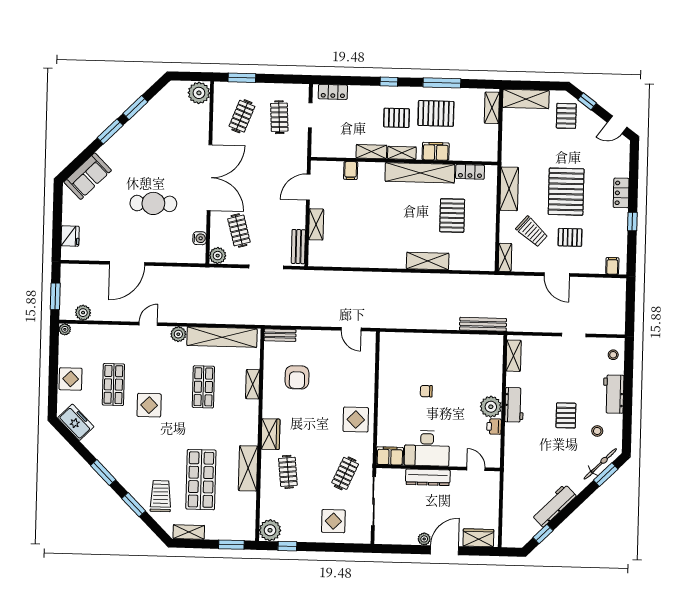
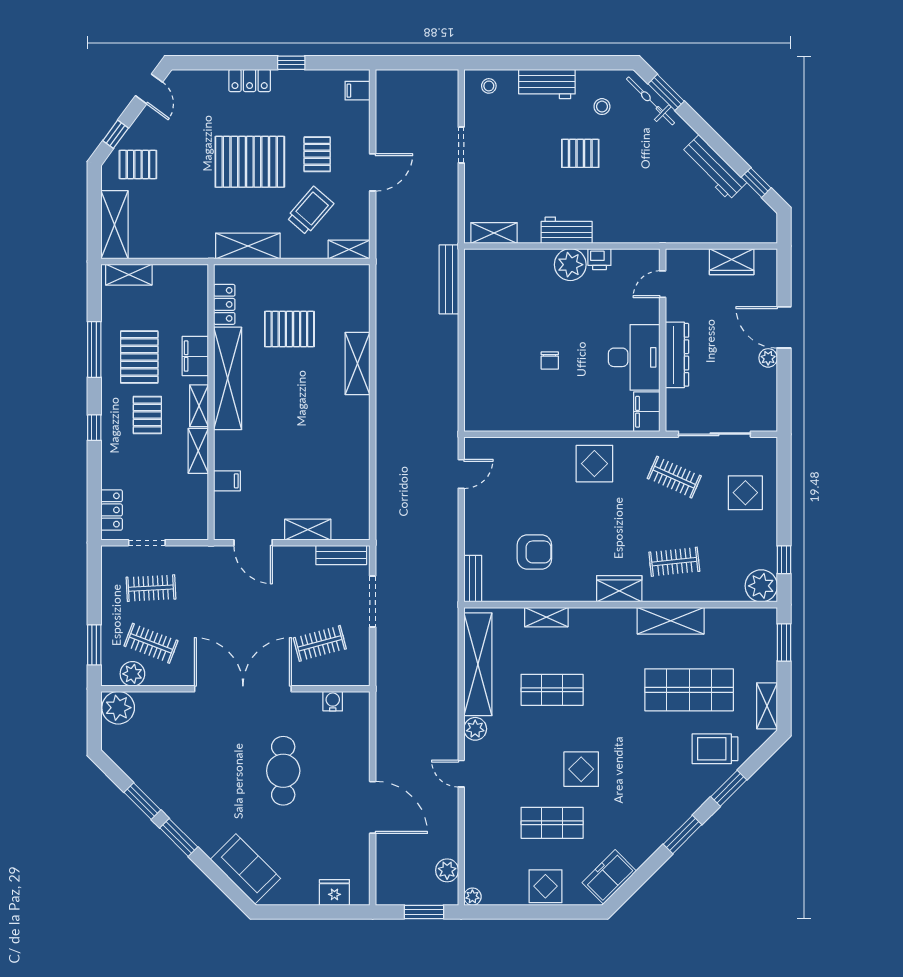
plant: (218, 256) -> (132, 674), moved
wardrobe: (478, 538) -> (732, 262), moved, turned -90

